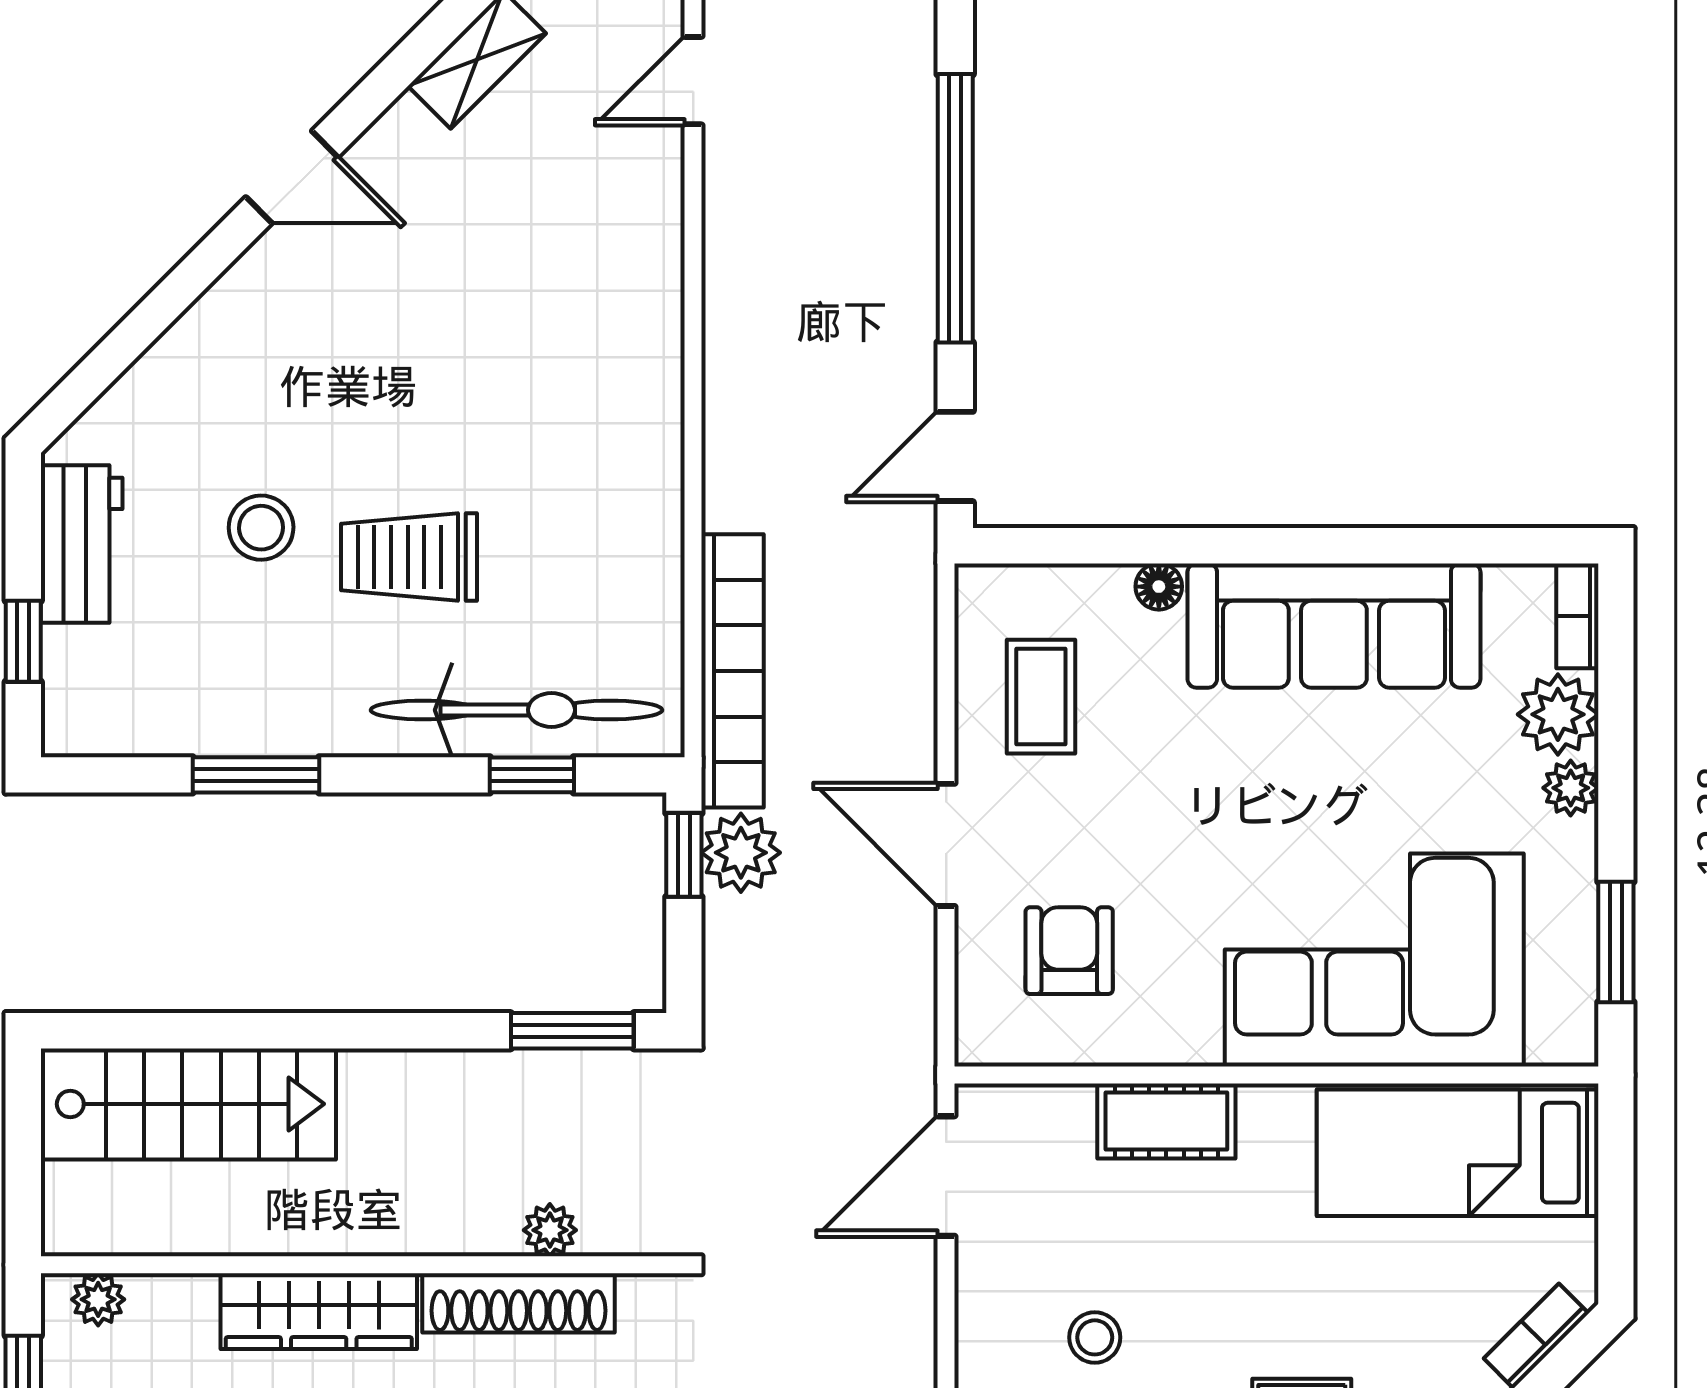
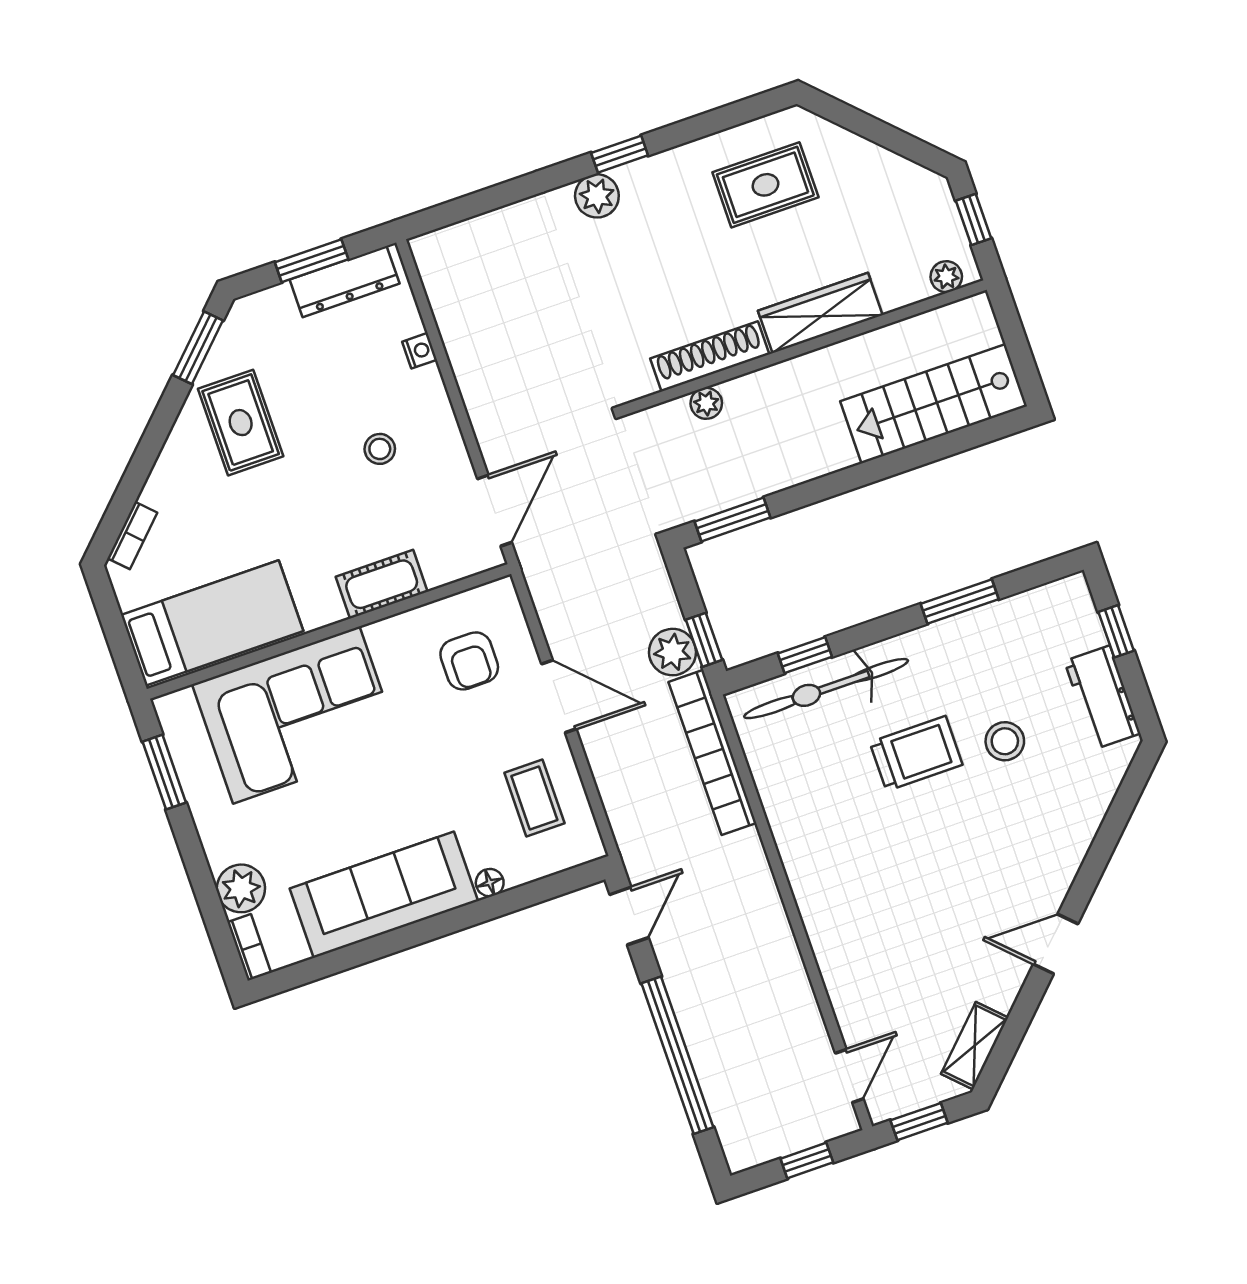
plant: (1571, 788) -> (219, 850), removed

